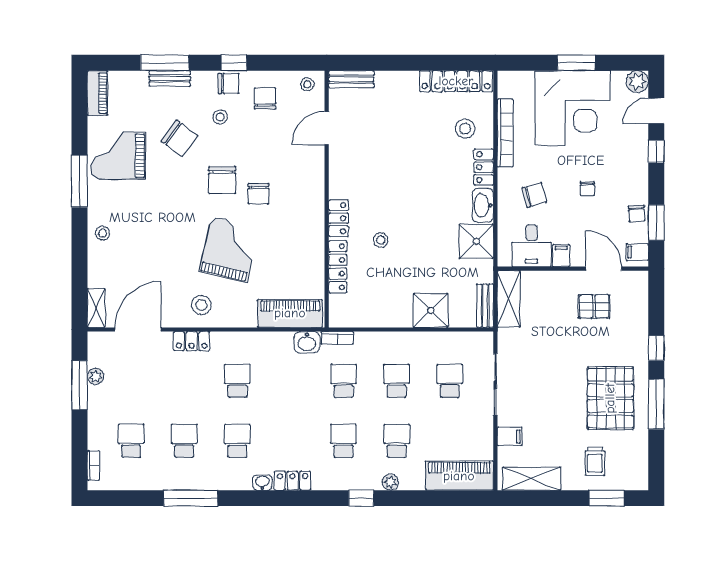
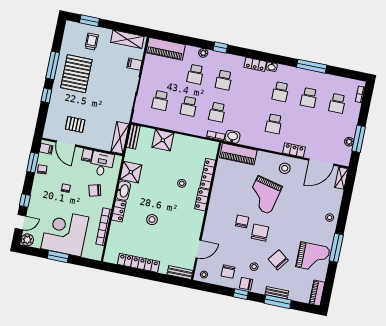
locker: (456, 81) -> (138, 263), moved
stool: (465, 129) -> (152, 220), moved

